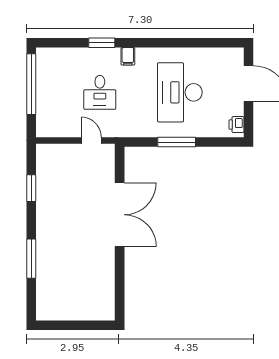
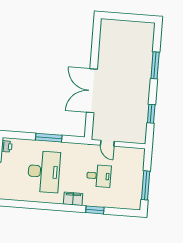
filing cabinet: (128, 56) -> (73, 199), width x2.00
window: (31, 84) -> (146, 185), width x0.68
desk: (100, 92) -> (99, 176), turned 90

